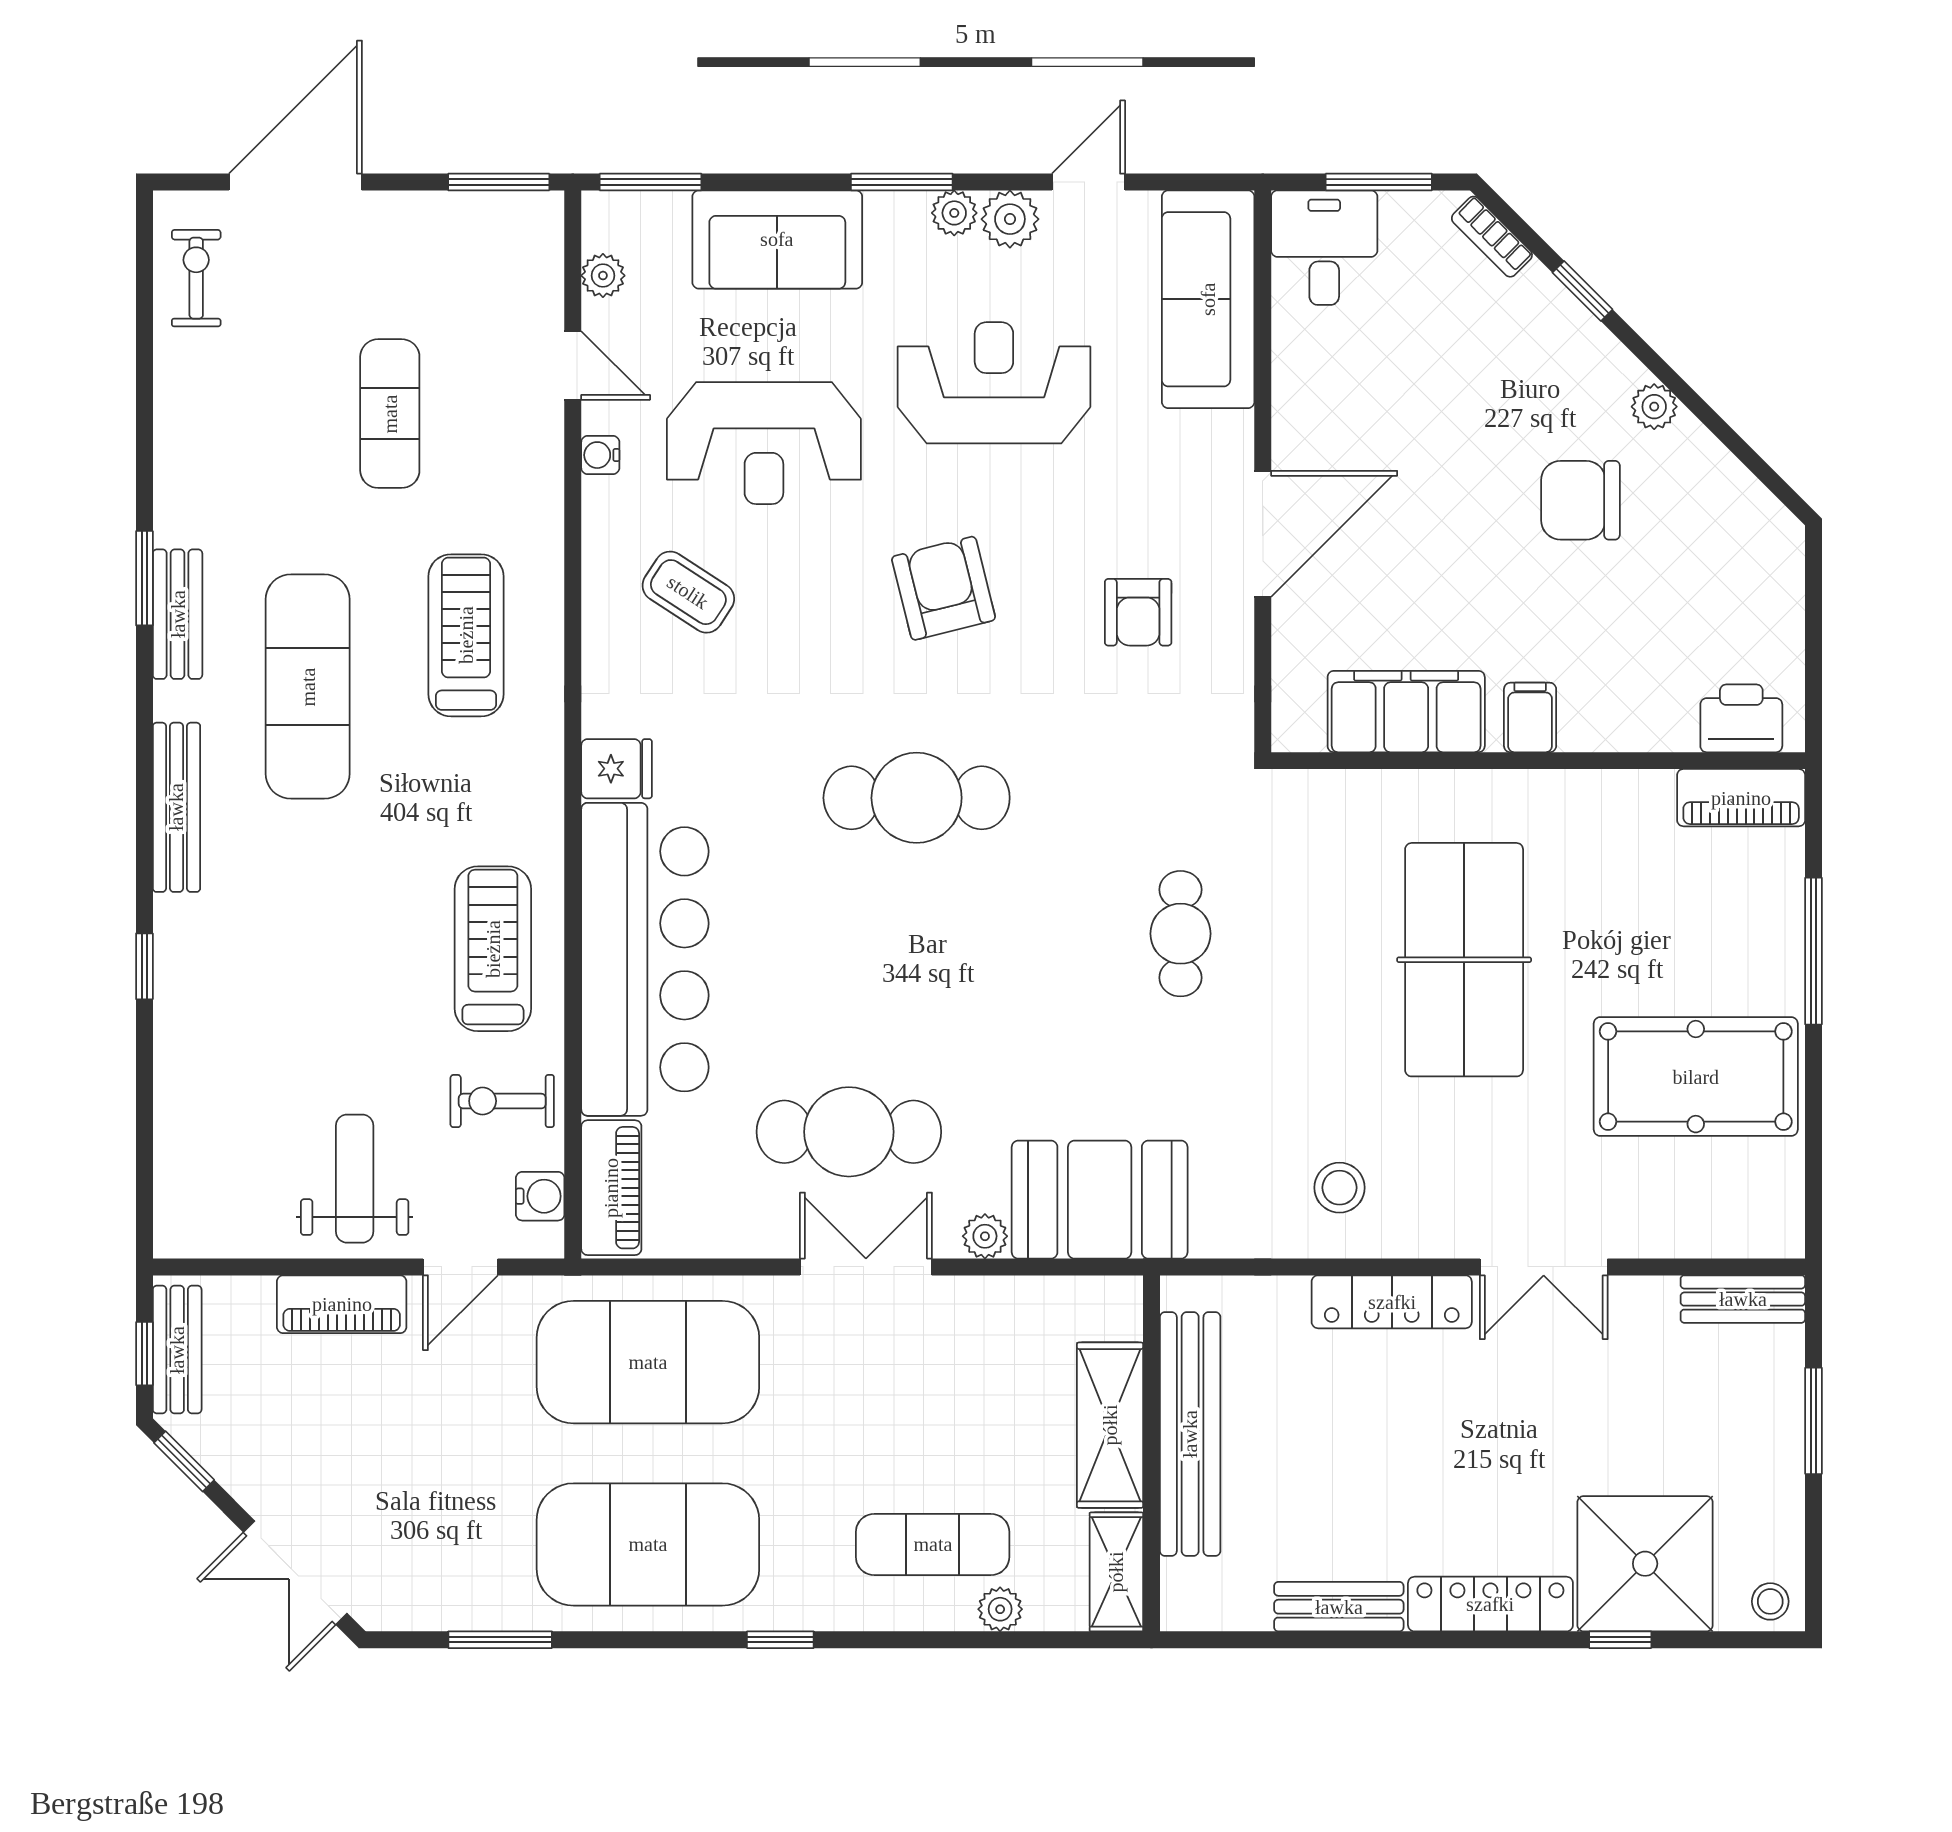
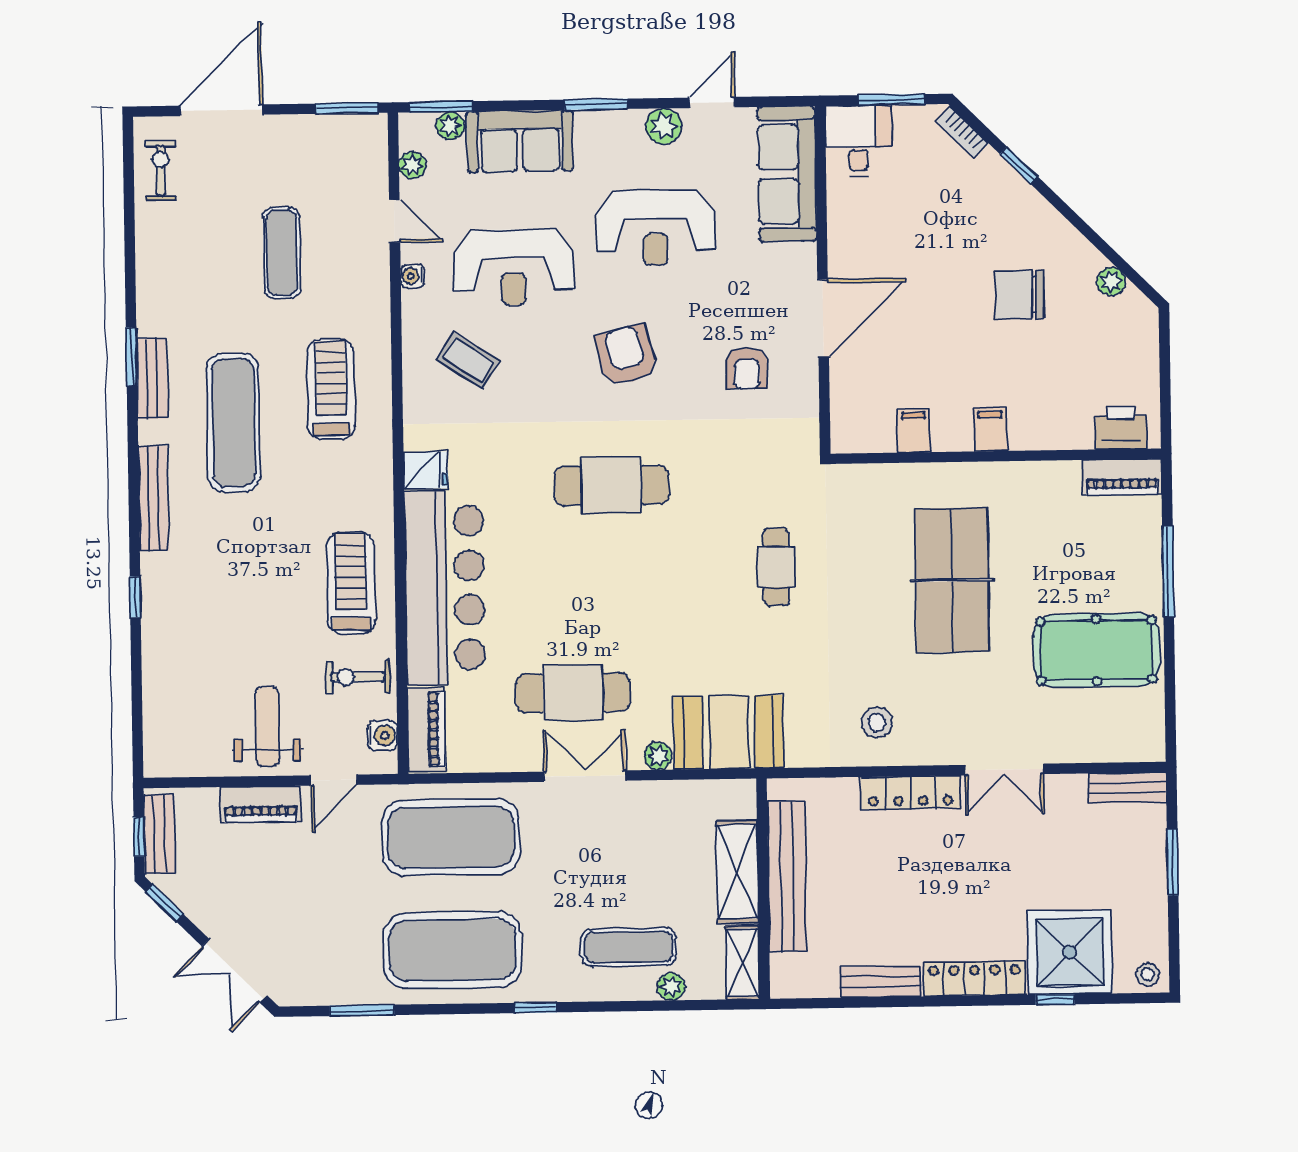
plant: (954, 213) -> (450, 126), moved
reception desk: (994, 383) -> (655, 228), turned 180
plant: (1654, 407) -> (1111, 282), moved
filing cabinet: (1406, 712) -> (914, 431), width x0.33, depth x0.86

